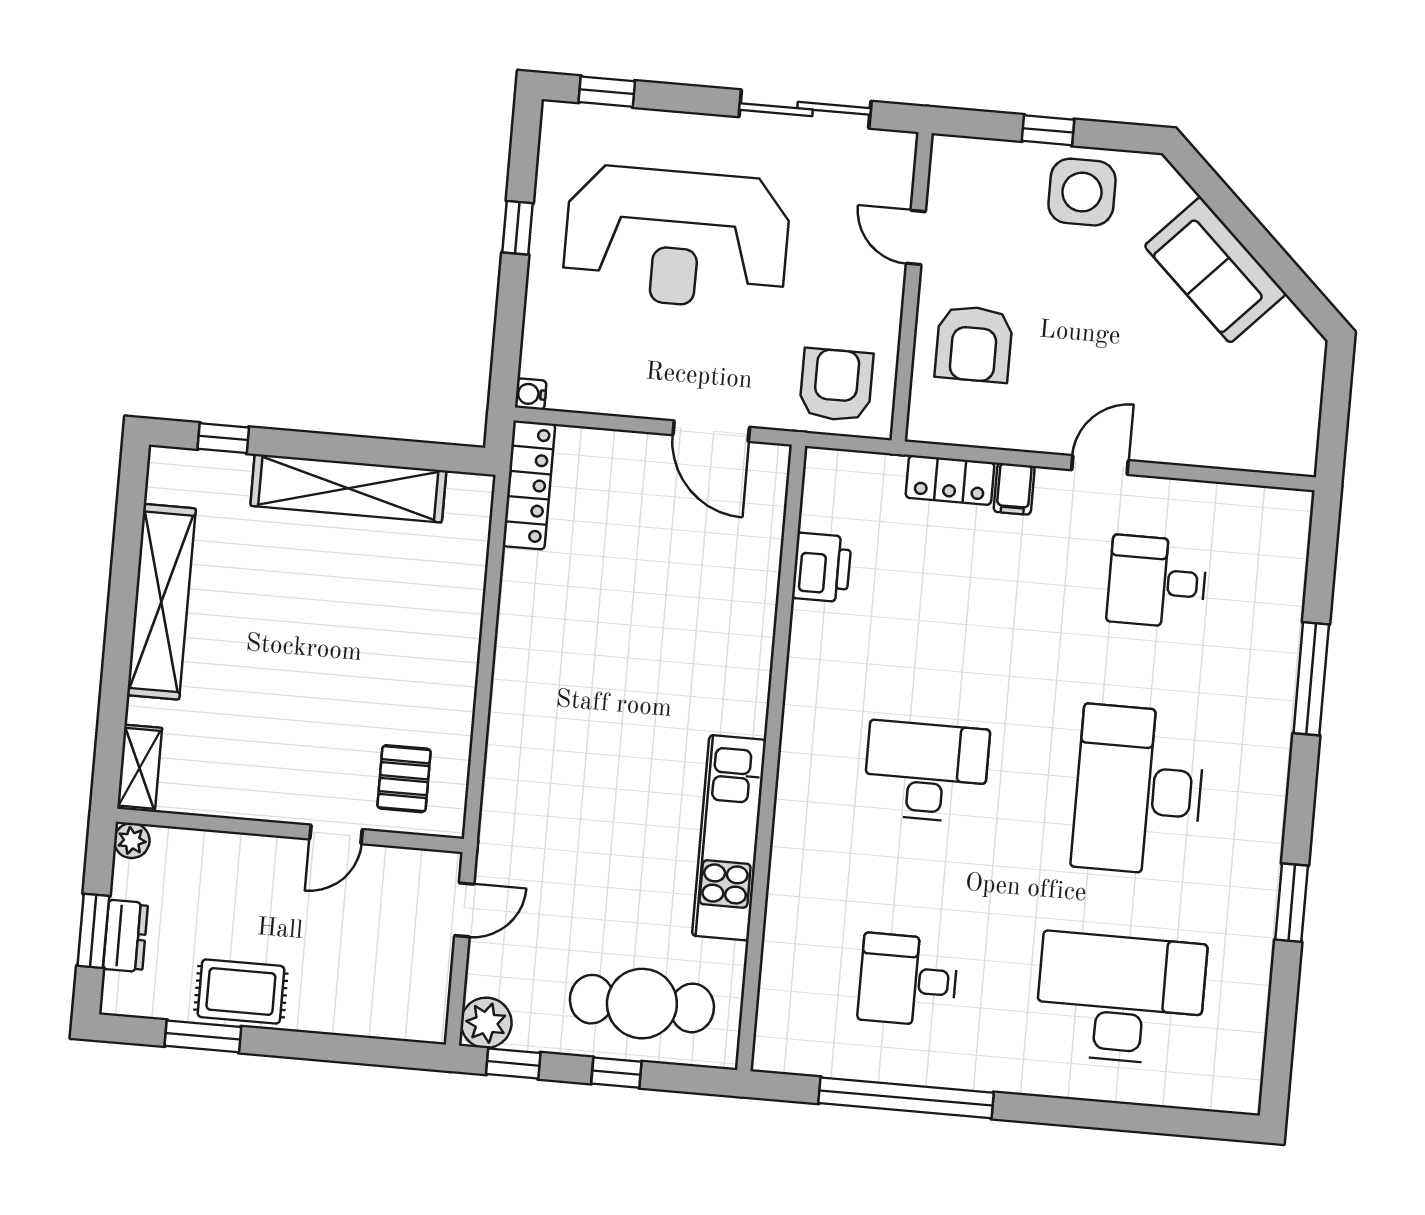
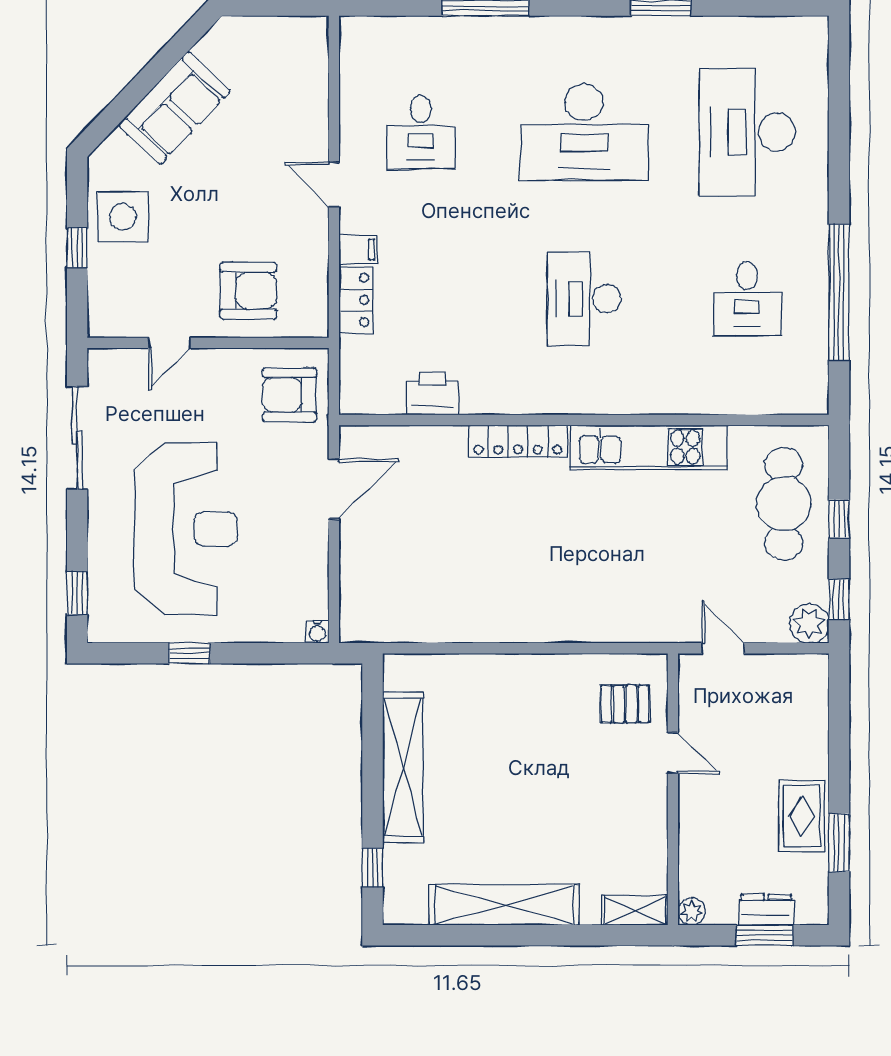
locker: (529, 485) -> (518, 441), moved, turned 180

